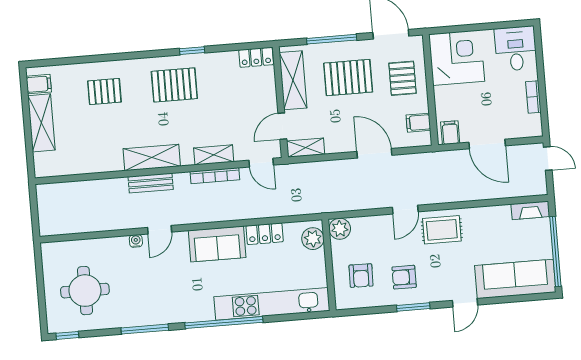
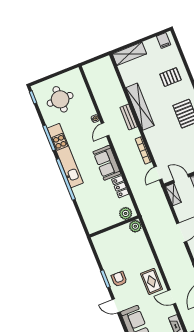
pallet: (104, 92) -> (170, 77), turned 90
shelving: (41, 123) -> (129, 54), moved
shelving: (214, 155) -> (154, 146), removed
shelving: (152, 158) -> (140, 107), width x1.47
door: (405, 210) -> (172, 297), moved
door: (160, 230) -> (105, 129), hinge flipped
armchair: (361, 276) -> (114, 245), removed
armchair: (404, 277) -> (119, 279), moved
kitchen unit: (272, 304) -> (65, 156), moved

